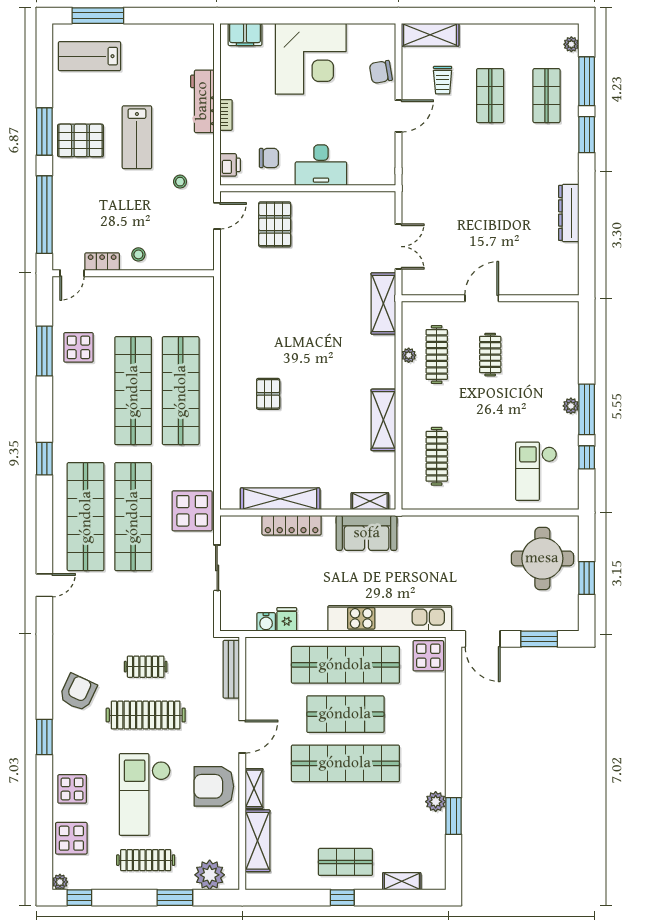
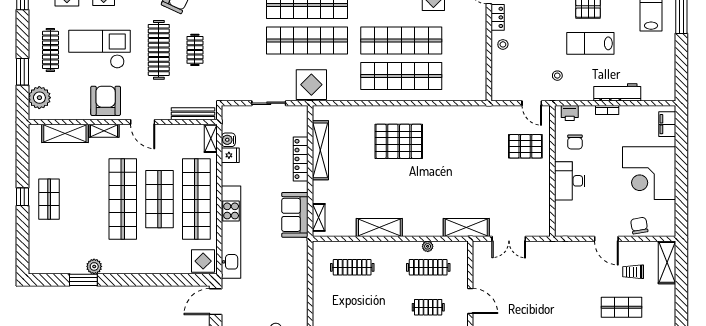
pallet: (268, 394) -> (399, 141), width x2.05, depth x2.00
shelving: (402, 881) -> (211, 138), moved

